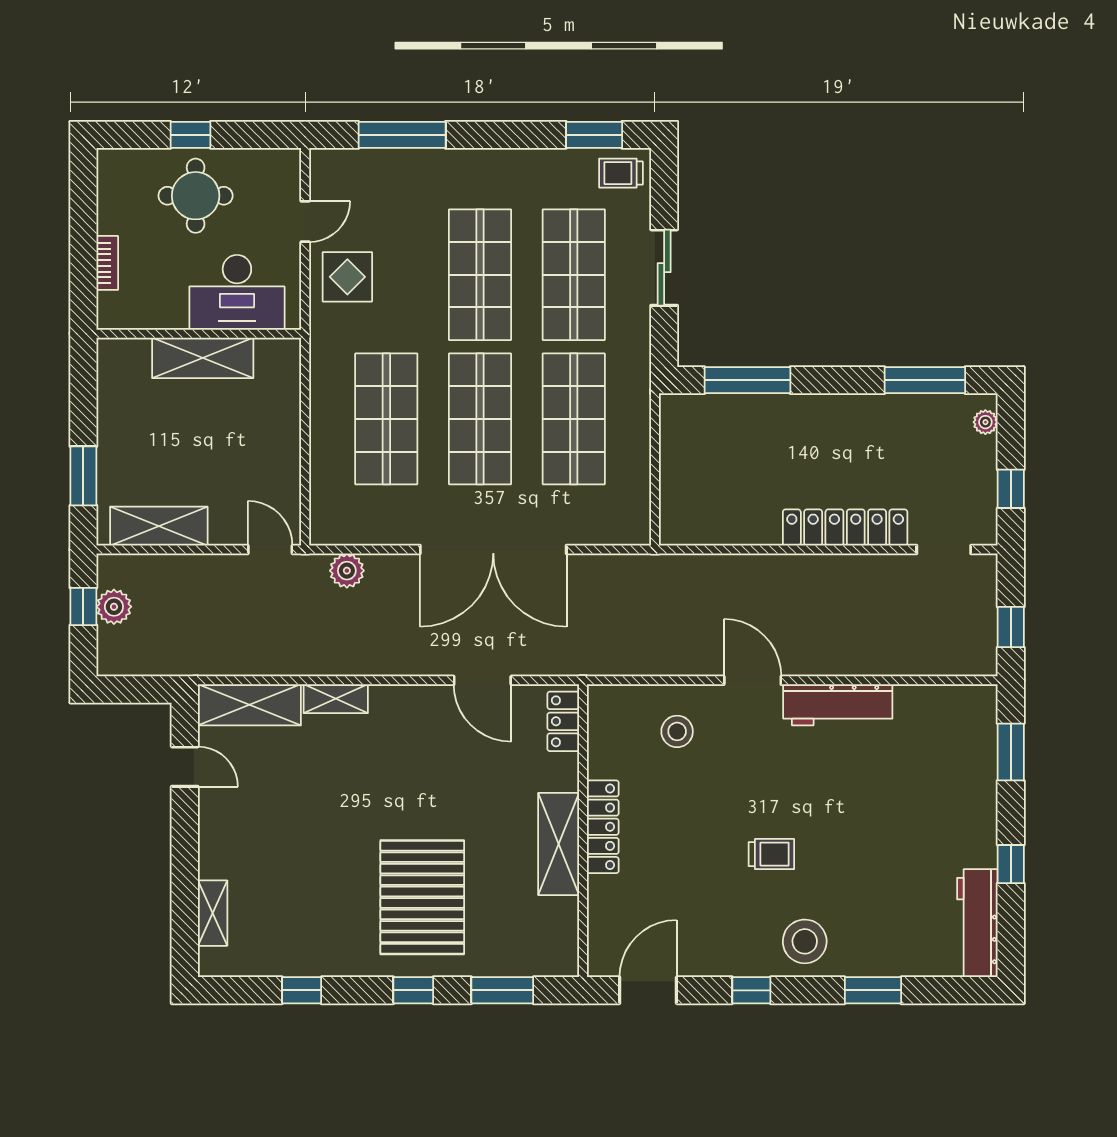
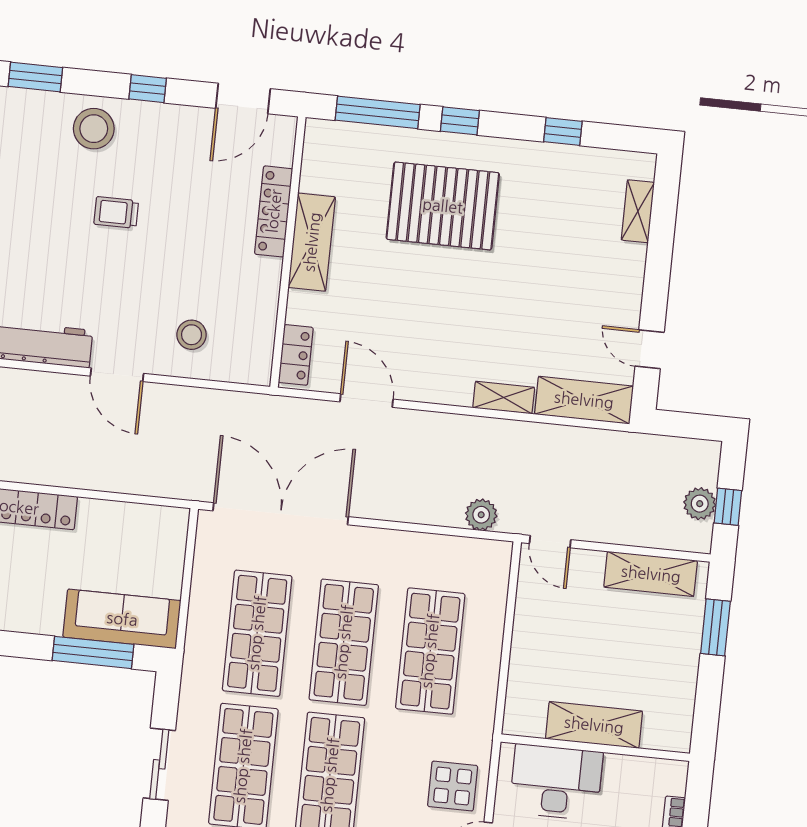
sofa: (720, 419) -> (122, 619), added
double door: (493, 550) -> (281, 514), moved
locker: (603, 827) -> (274, 211), moved
pallet: (422, 897) -> (443, 206), turned 90
window: (502, 990) -> (378, 112), width x1.44

